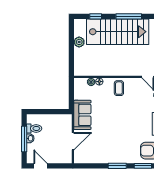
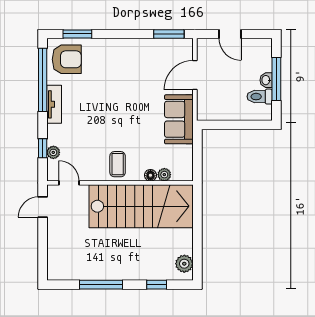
stairs: (118, 32) -> (141, 206), moved, turned 180
plant: (79, 42) -> (184, 264), moved
door: (41, 166) -> (230, 34), moved
window: (117, 166) -> (169, 34), moved

